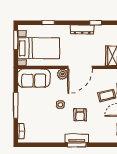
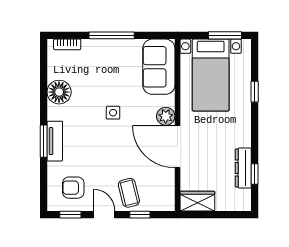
dresser: (82, 29) -> (243, 168), moved
armchair: (80, 115) -> (73, 188), moved
floor lamp: (48, 136) -> (59, 92), added

